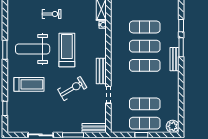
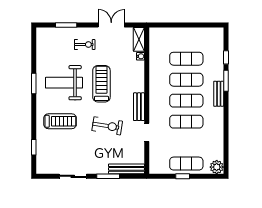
exercise bike: (72, 89) -> (107, 126), turned 39
exercise mat: (145, 104) -> (186, 122), moved
bench: (94, 128) -> (126, 169), width x1.36

